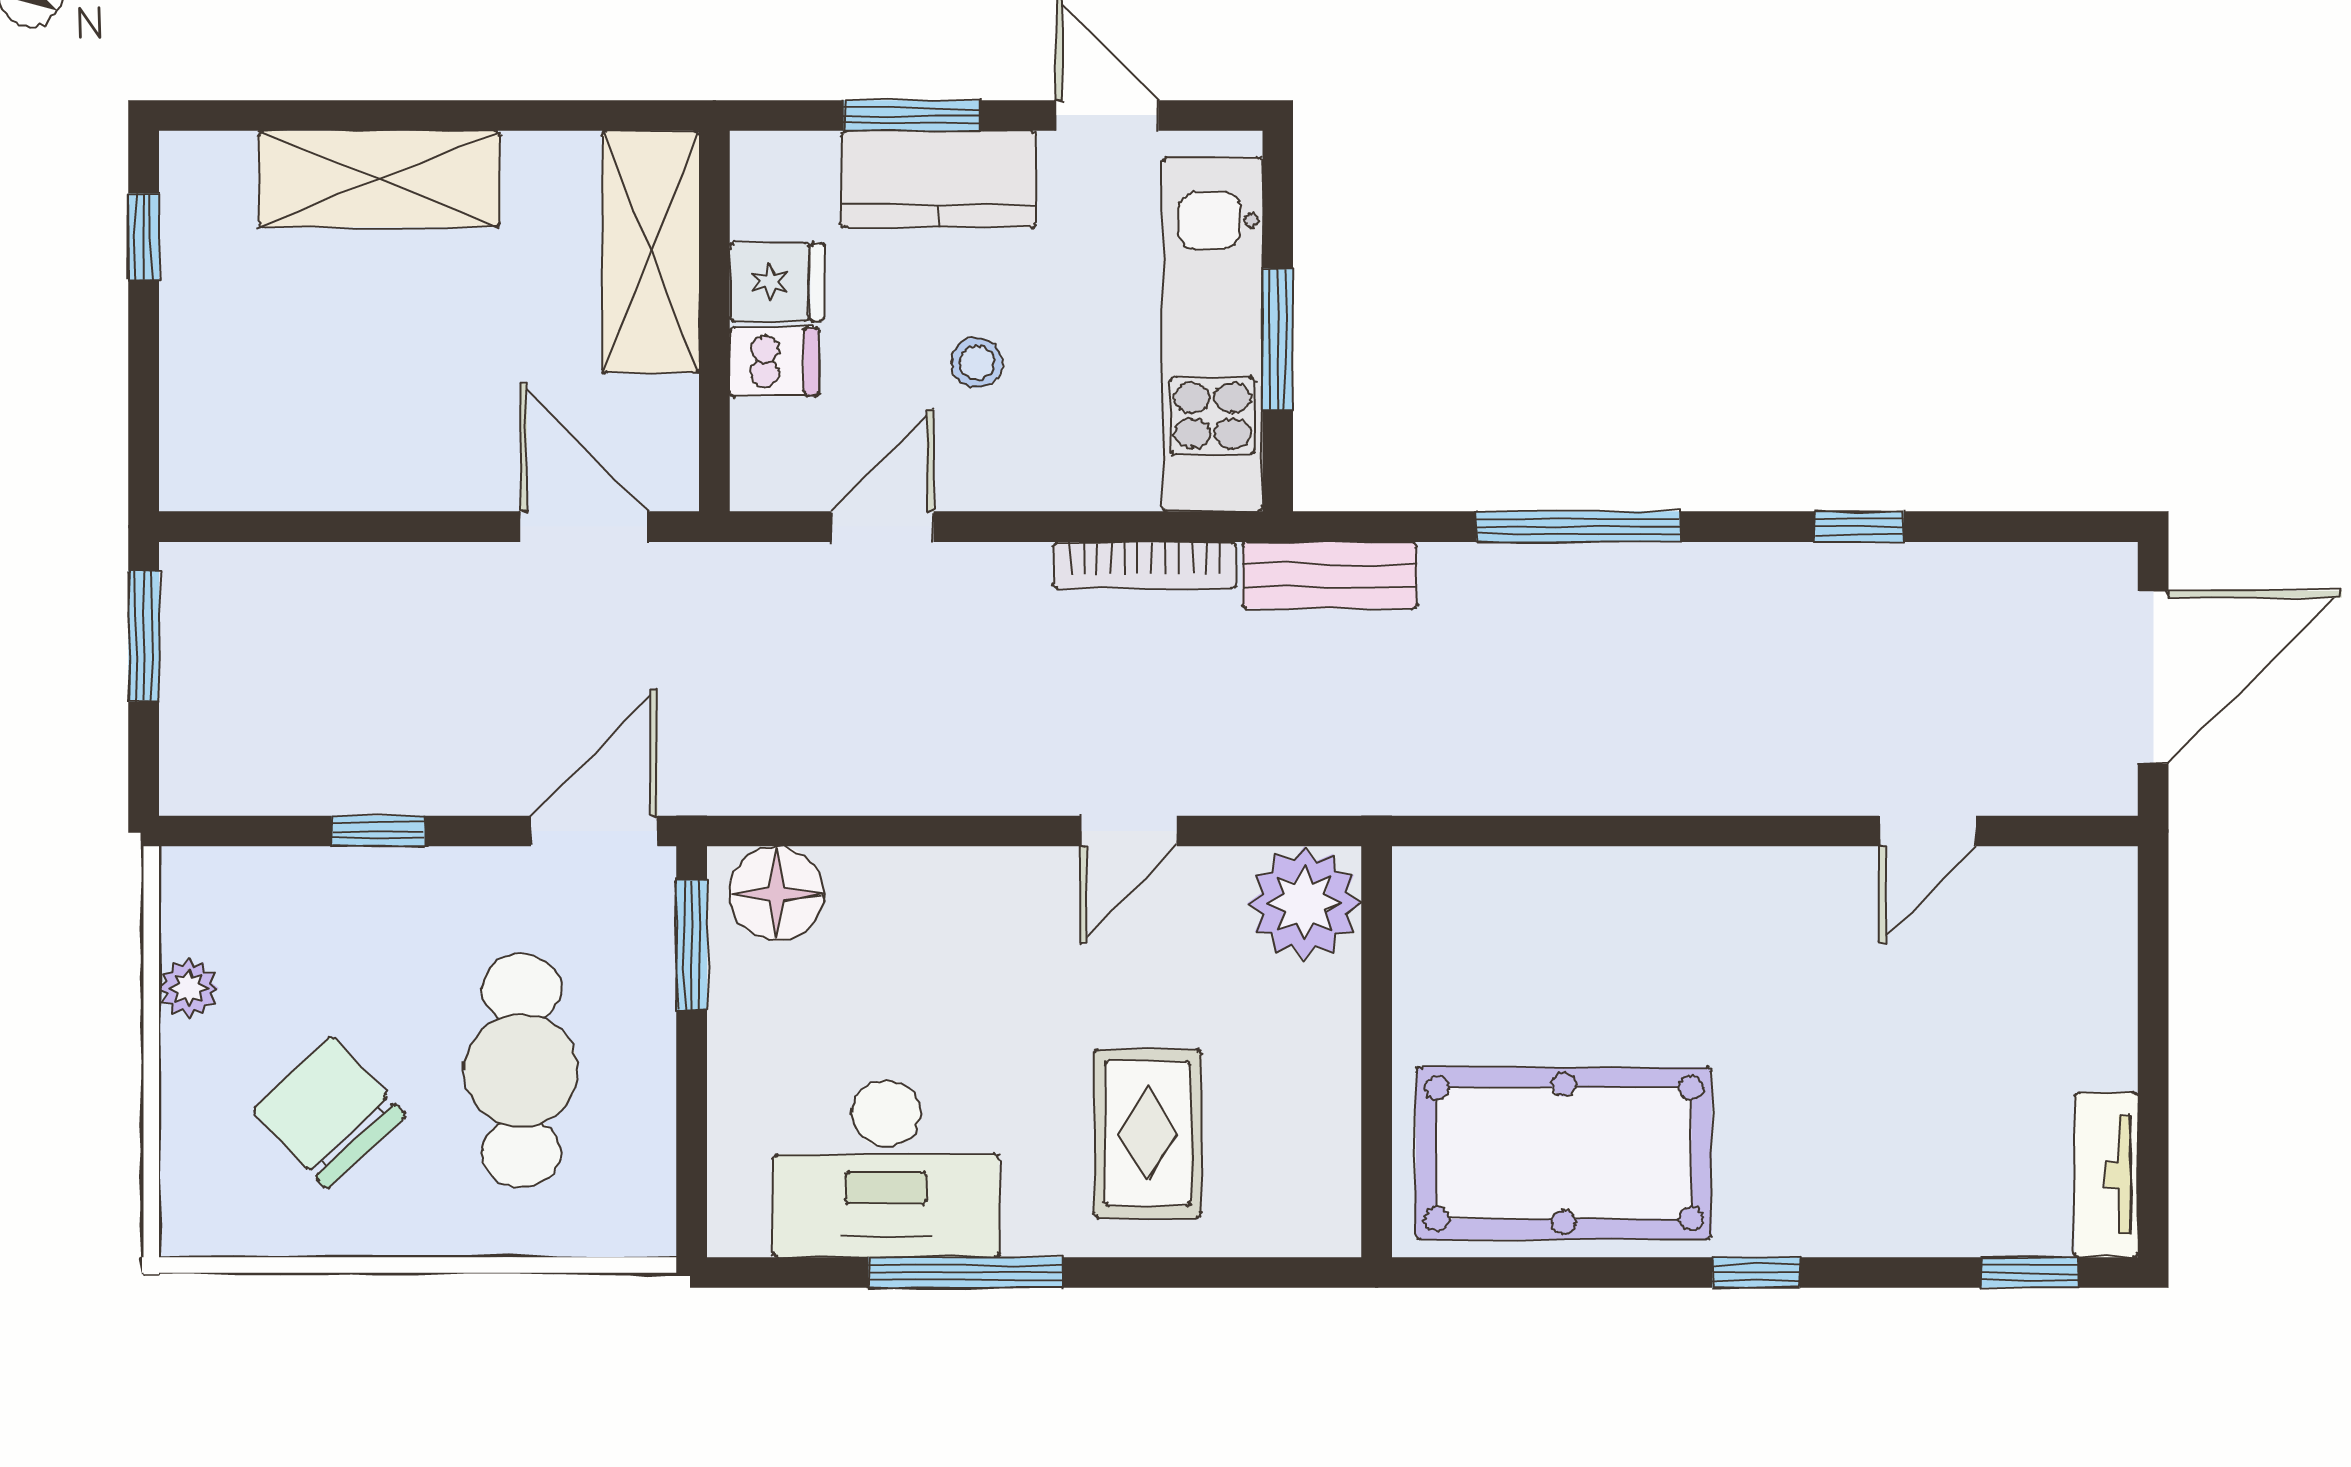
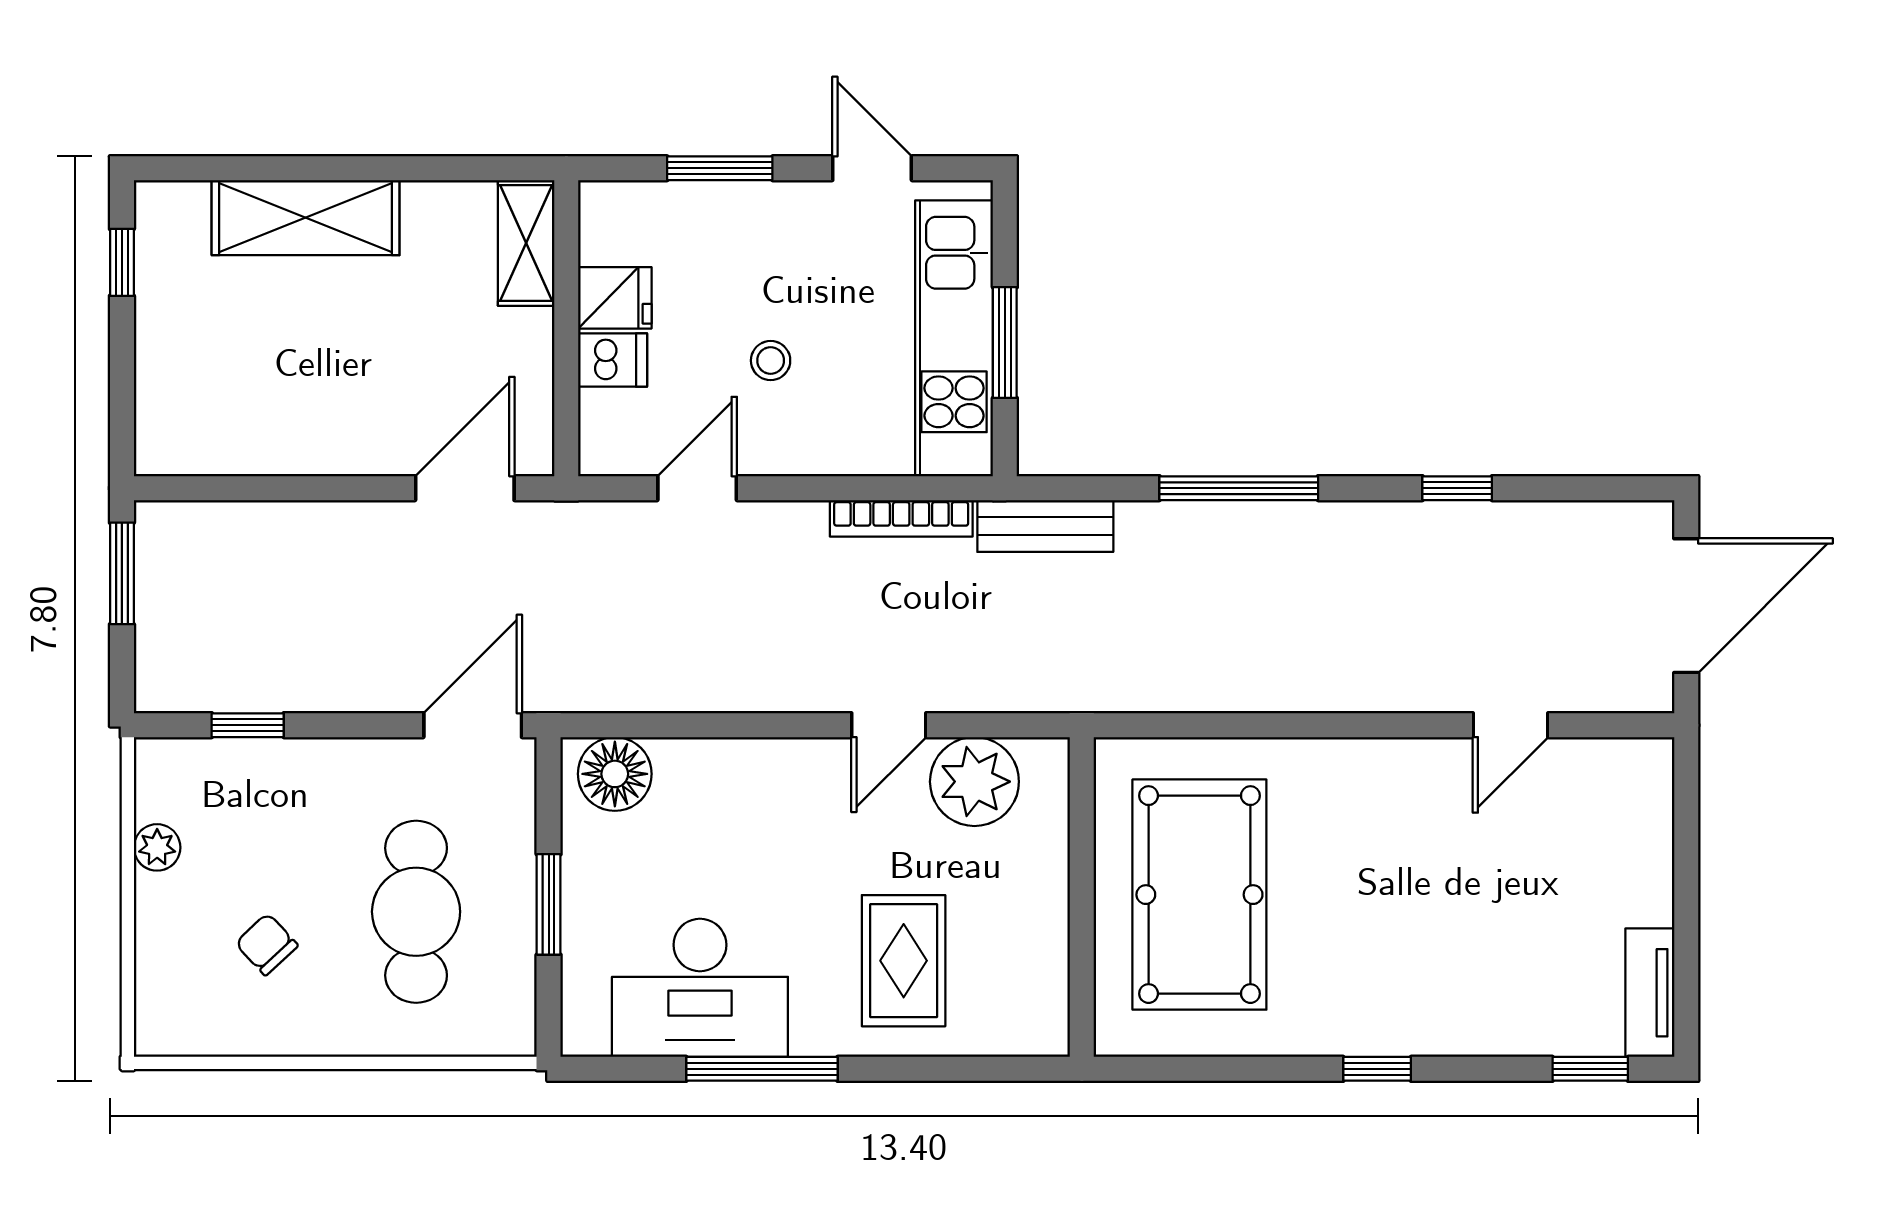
kitchen counter: (939, 179) -> (741, 218), removed
shelving: (651, 252) -> (526, 243), width x0.67, depth x0.75
door: (584, 527) -> (465, 488), hinge flipped
window: (378, 831) -> (248, 725), moved
plant: (1304, 903) -> (974, 782), moved
window: (692, 945) -> (549, 904), moved
chair: (329, 1113) -> (267, 944), width x0.54, depth x0.54
pool table: (1564, 1153) -> (1199, 895), moved, turned 90

